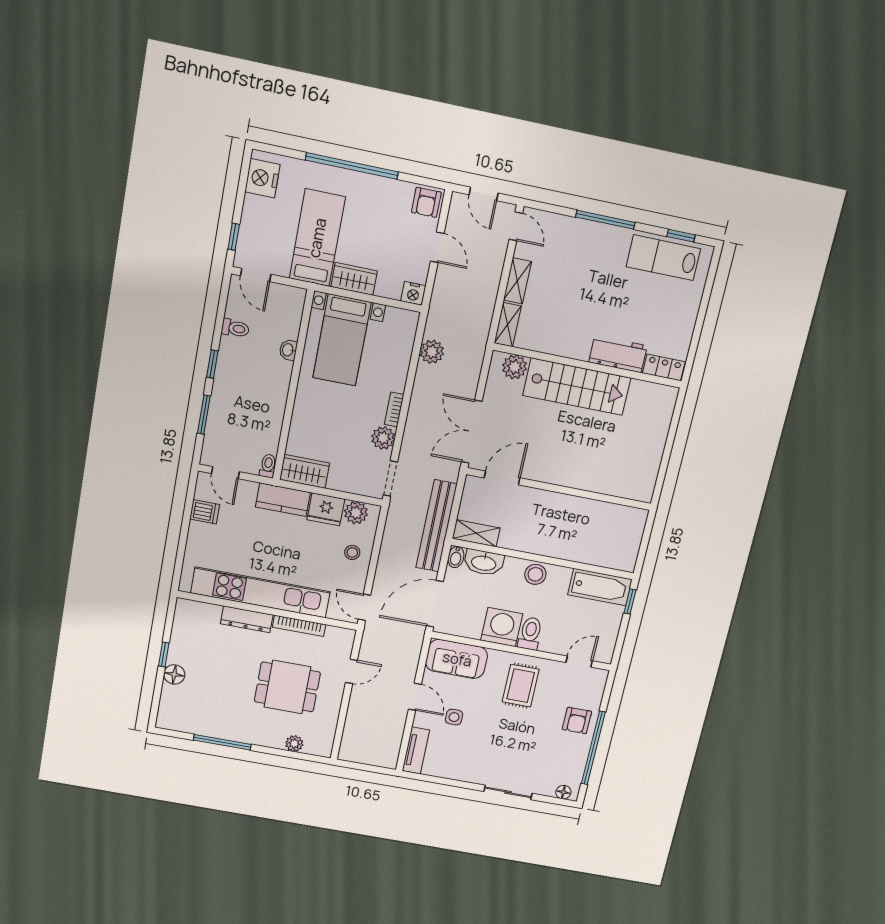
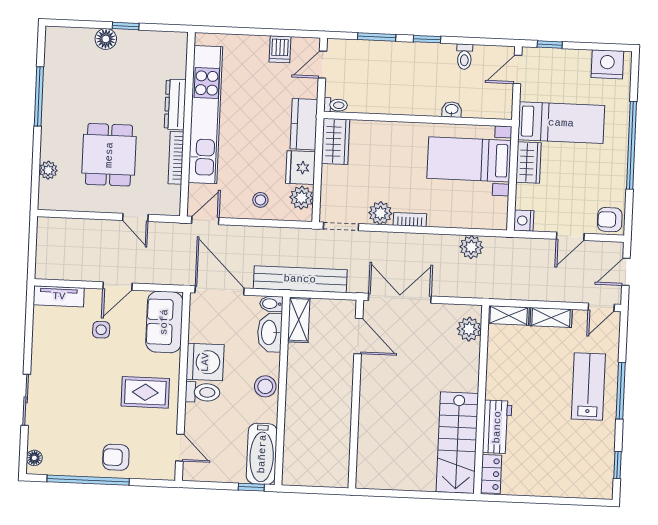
lab bench: (663, 258) -> (588, 386), moved
stairs: (577, 387) -> (457, 443), moved

